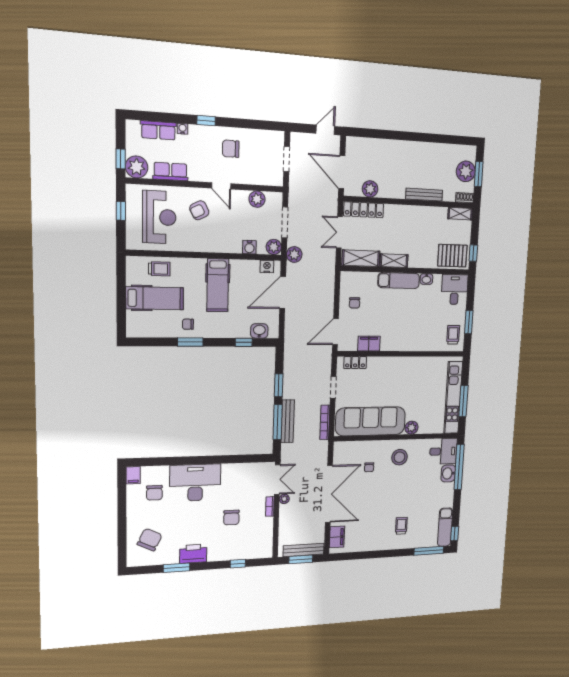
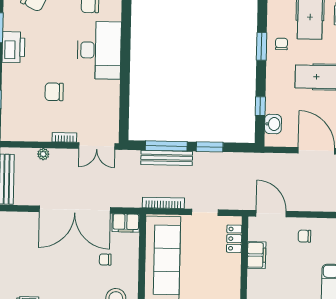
plant: (284, 499) -> (43, 154), moved
filing cabinet: (337, 537) -> (126, 223), moved

